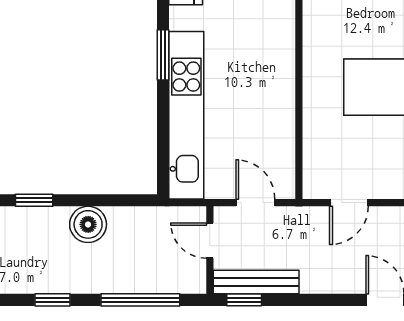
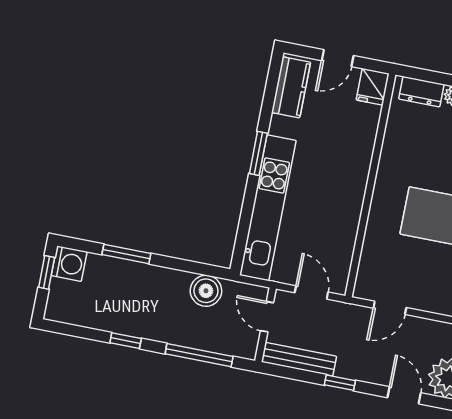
window: (34, 200) -> (126, 254), width x1.50
boiler: (88, 224) -> (206, 291), moved
window: (244, 300) -> (340, 383), moved

